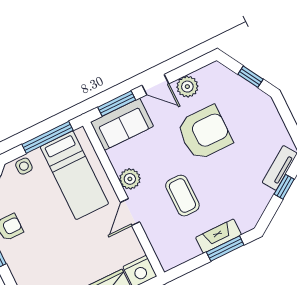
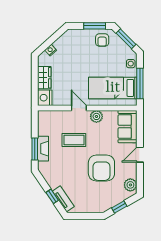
plant: (187, 87) -> (130, 185), moved
window: (117, 104) -> (140, 129), removed

